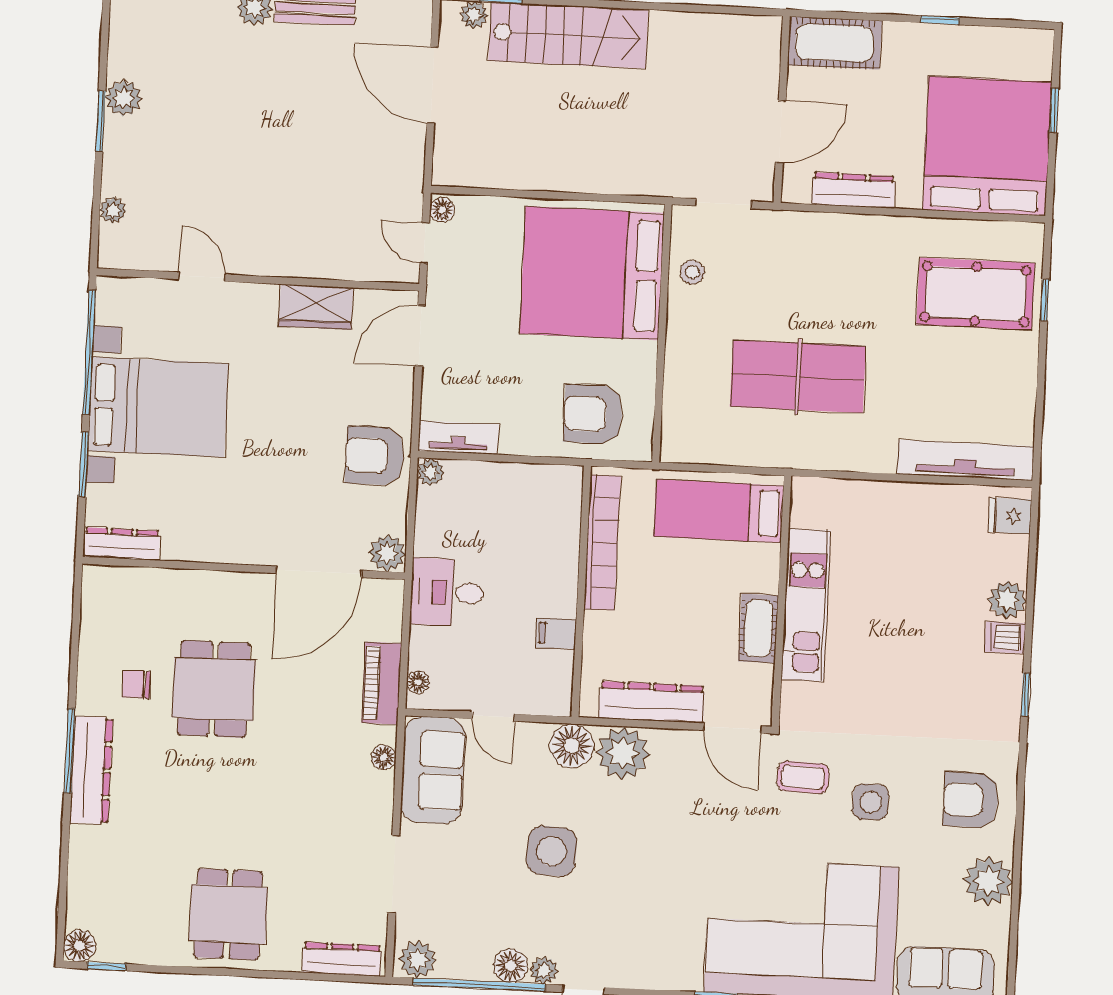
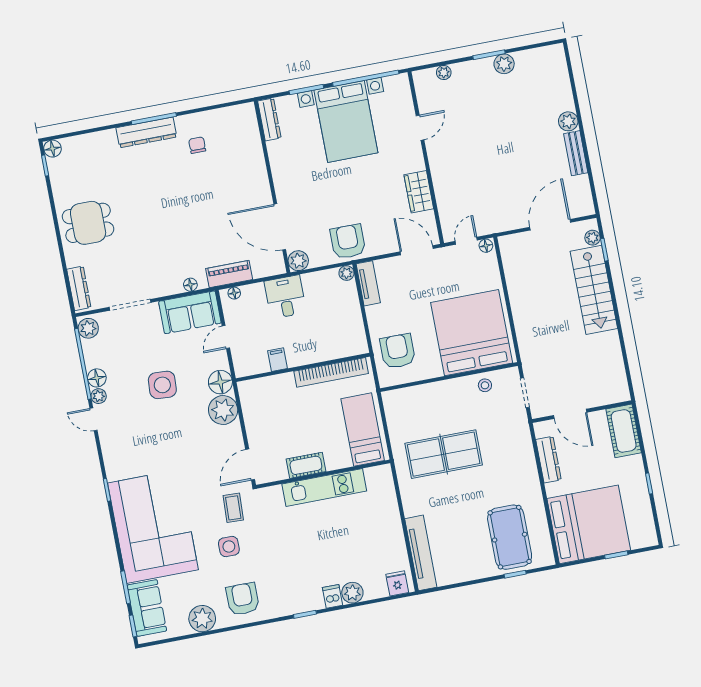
table tennis table: (798, 376) -> (444, 454), turned 90
dining table: (214, 689) -> (205, 187), removed
dresser: (652, 702) -> (254, 419), removed

